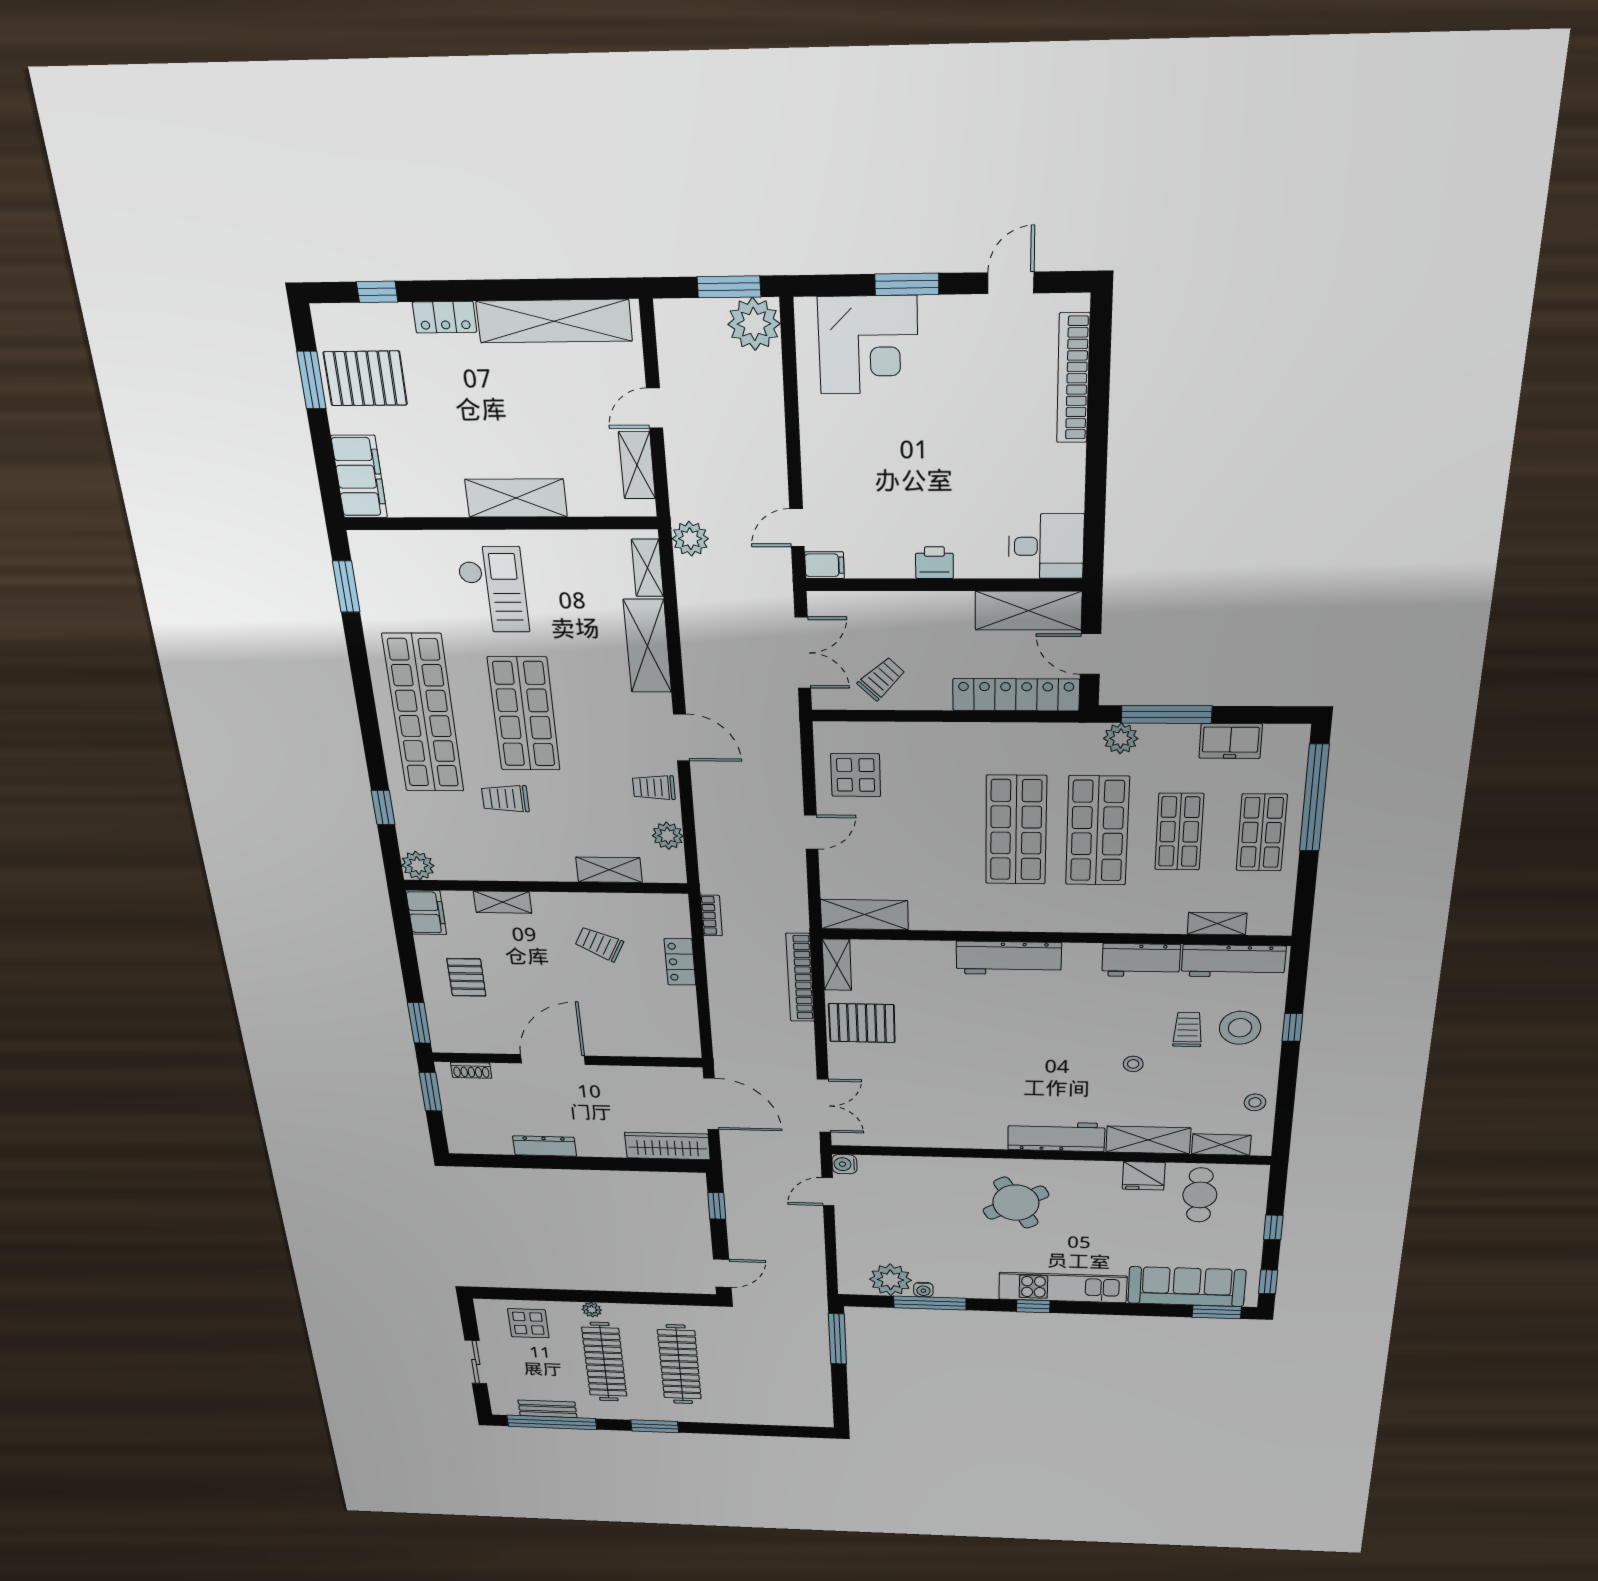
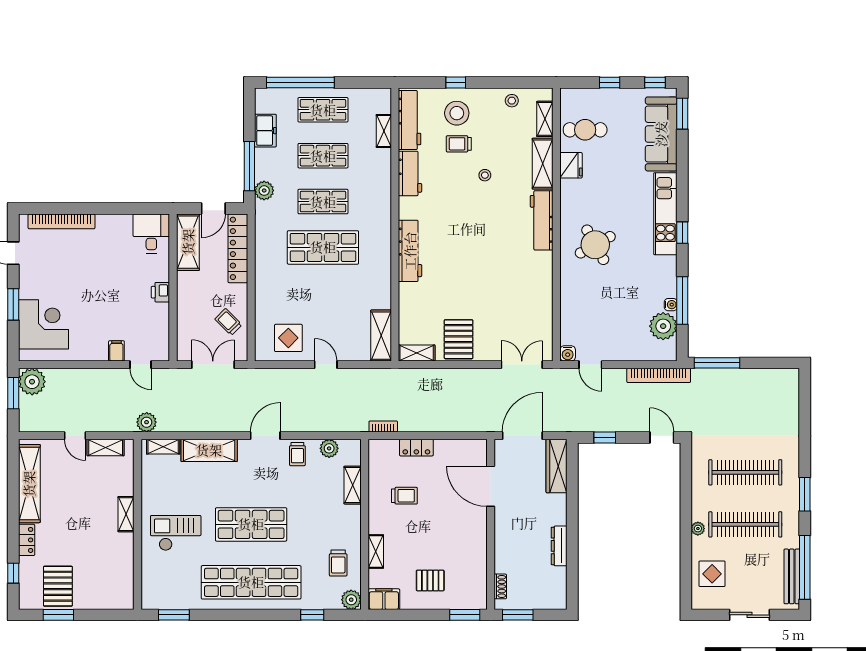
filing cabinet: (359, 477) -> (111, 598), removed
shelving: (516, 498) -> (126, 514), width x0.67, depth x0.75
filing cabinet: (825, 565) -> (116, 351), moved
trolley: (505, 799) -> (338, 563), moved
shop shelf: (1097, 831) -> (323, 202), width x0.70, depth x0.74
trolley: (599, 944) -> (404, 496), turned -116
bookcase: (800, 978) -> (659, 375), moved
door: (553, 1060) -> (491, 486), moved
bench: (547, 1409) -> (792, 576), width x1.36

